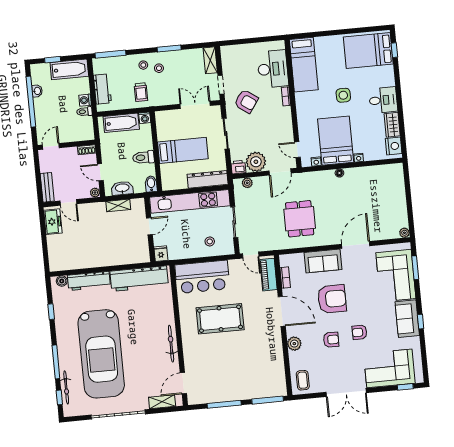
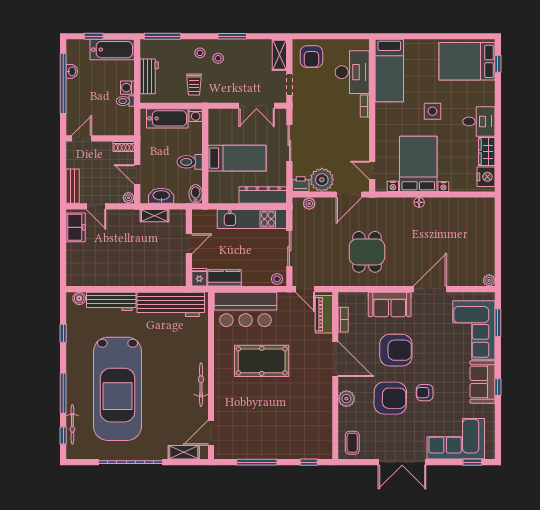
armchair: (246, 101) -> (311, 57), moved, turned 55
double door: (195, 105) -> (257, 106), swing flipped
kitchen unit: (190, 201) -> (252, 219), width x0.73
stool: (210, 241) -> (277, 279), moved
kitchen counter: (182, 252) -> (224, 278), added
armchair: (331, 340) -> (390, 398), width x1.88, depth x1.88
window: (268, 400) -> (309, 462), width x0.46

